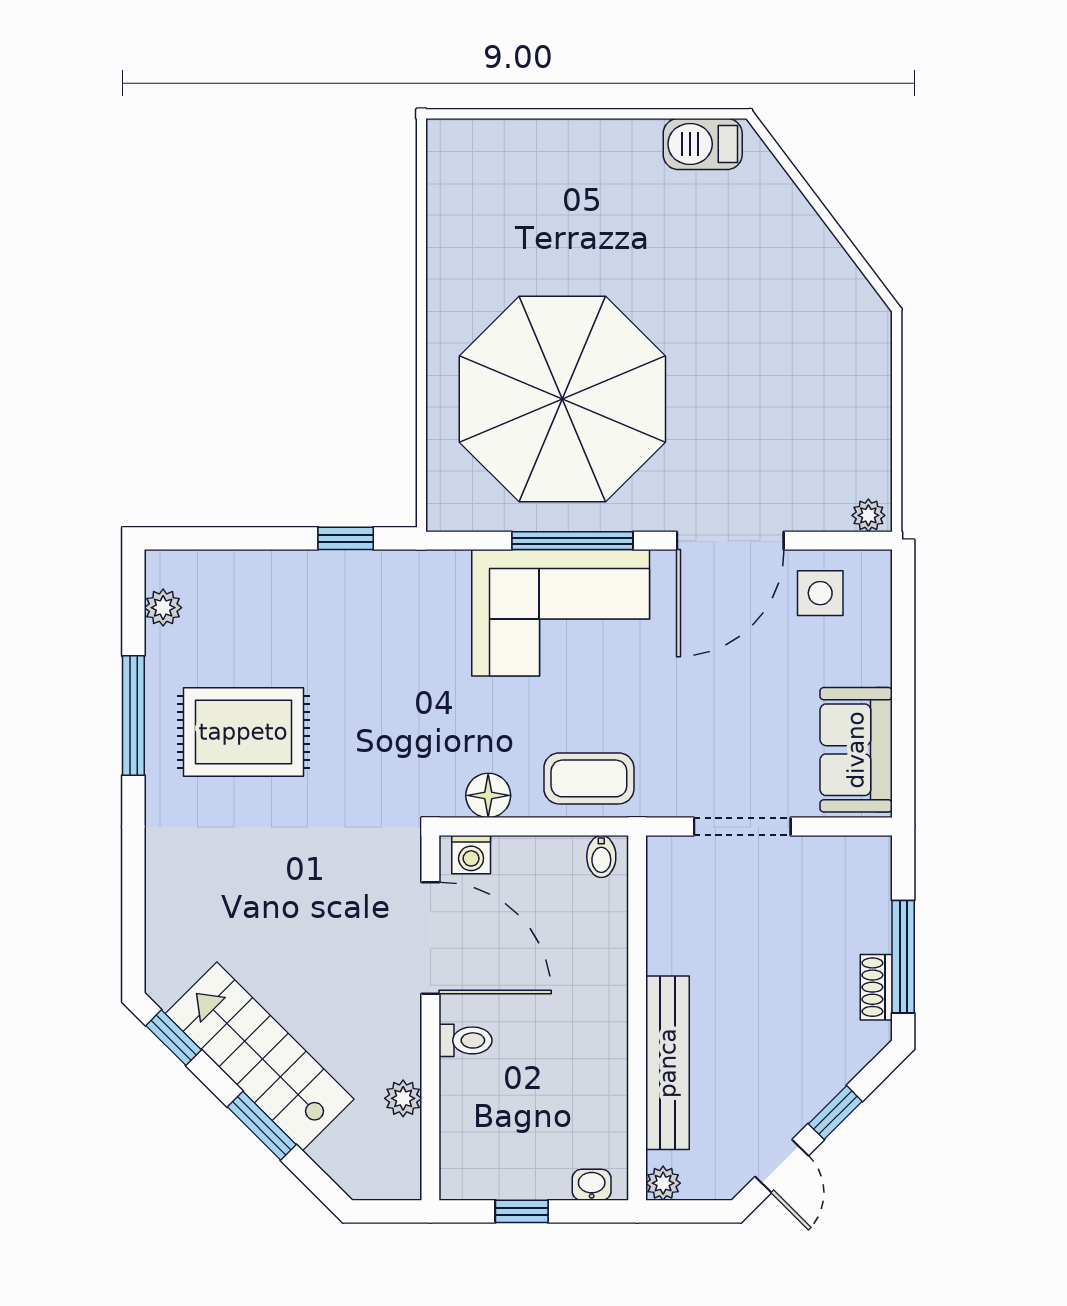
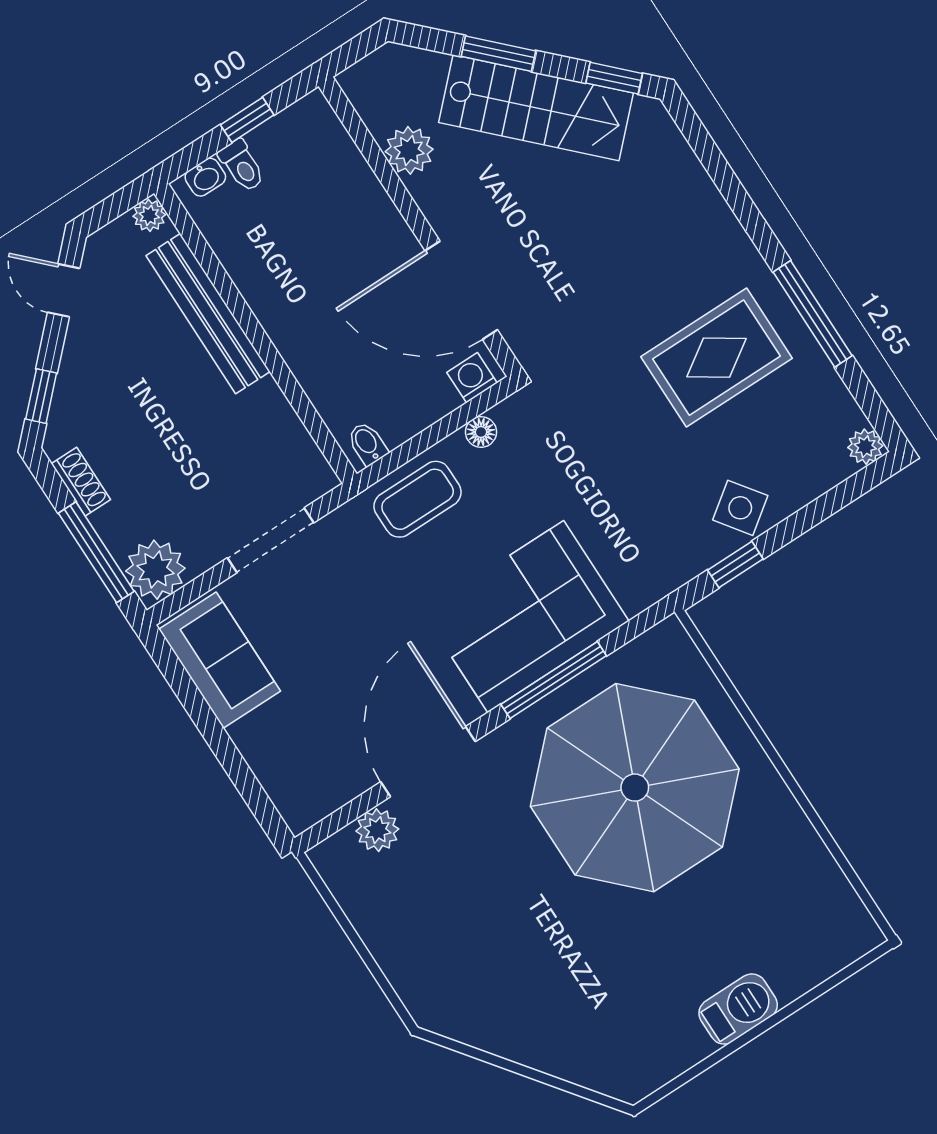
barbecue: (703, 144) -> (738, 1009), moved
plant: (868, 515) -> (377, 830), moved, width x1.38, depth x1.38
side table: (820, 593) -> (740, 508), moved, turned -36
plant: (163, 608) -> (865, 447), moved
floor lamp: (488, 795) -> (481, 432), width x0.73, depth x0.73
plant: (861, 867) -> (155, 570), added
window: (903, 957) -> (96, 552), moved
toilet: (465, 1040) -> (242, 166), moved, turned -90
plant: (403, 1098) -> (409, 150), width x1.38, depth x1.38
window: (835, 1113) -> (41, 396), moved

